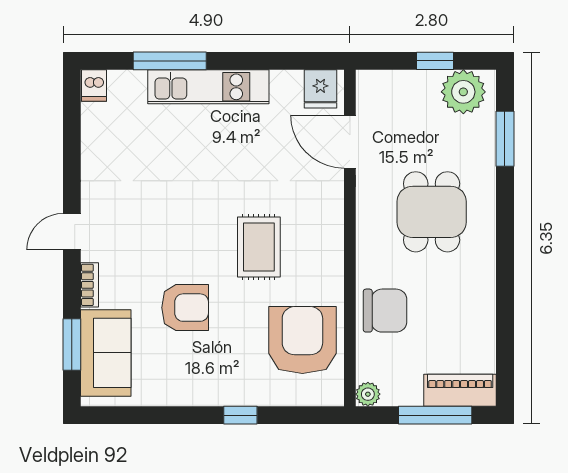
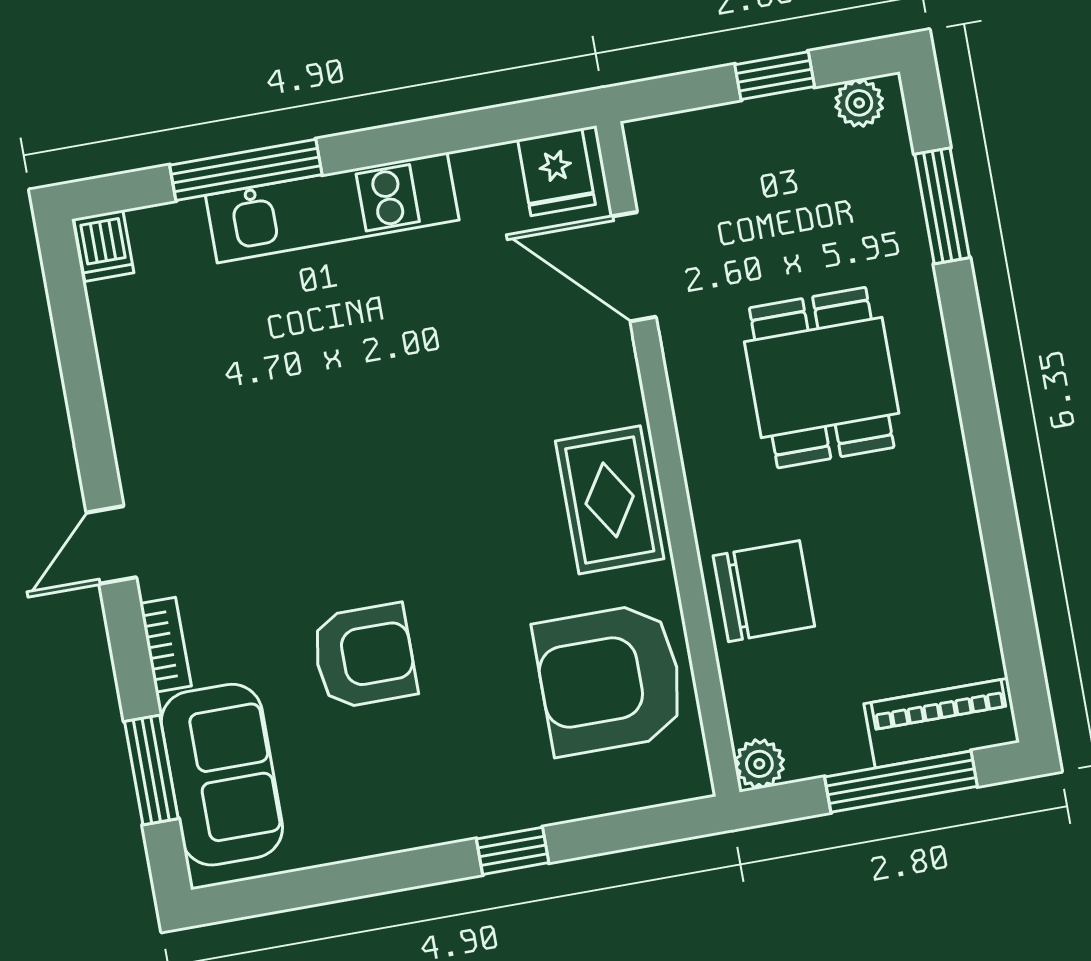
plant: (463, 92) -> (859, 103), width x0.53, depth x0.53
rug: (259, 247) -> (610, 500), moved
armchair: (302, 340) -> (610, 679), turned -90

